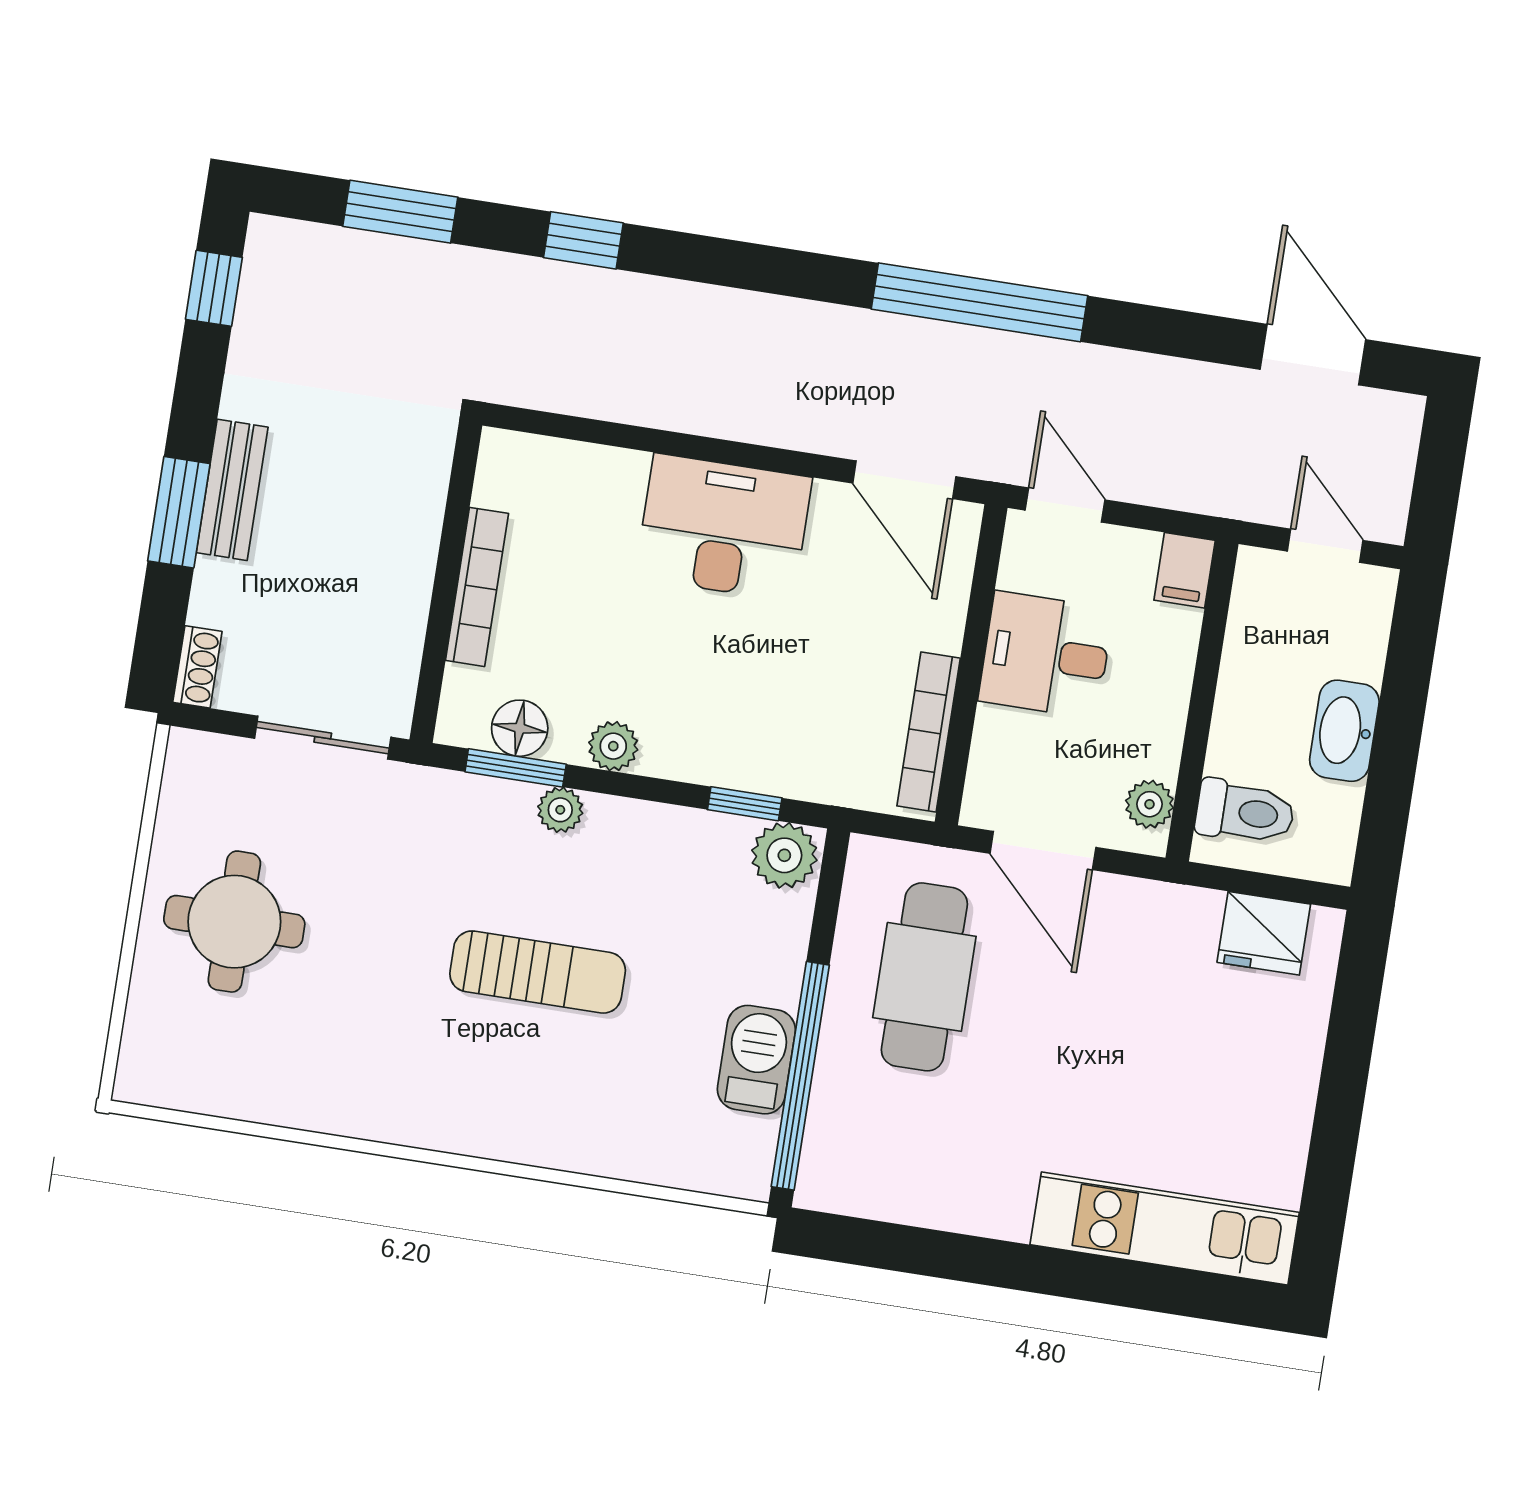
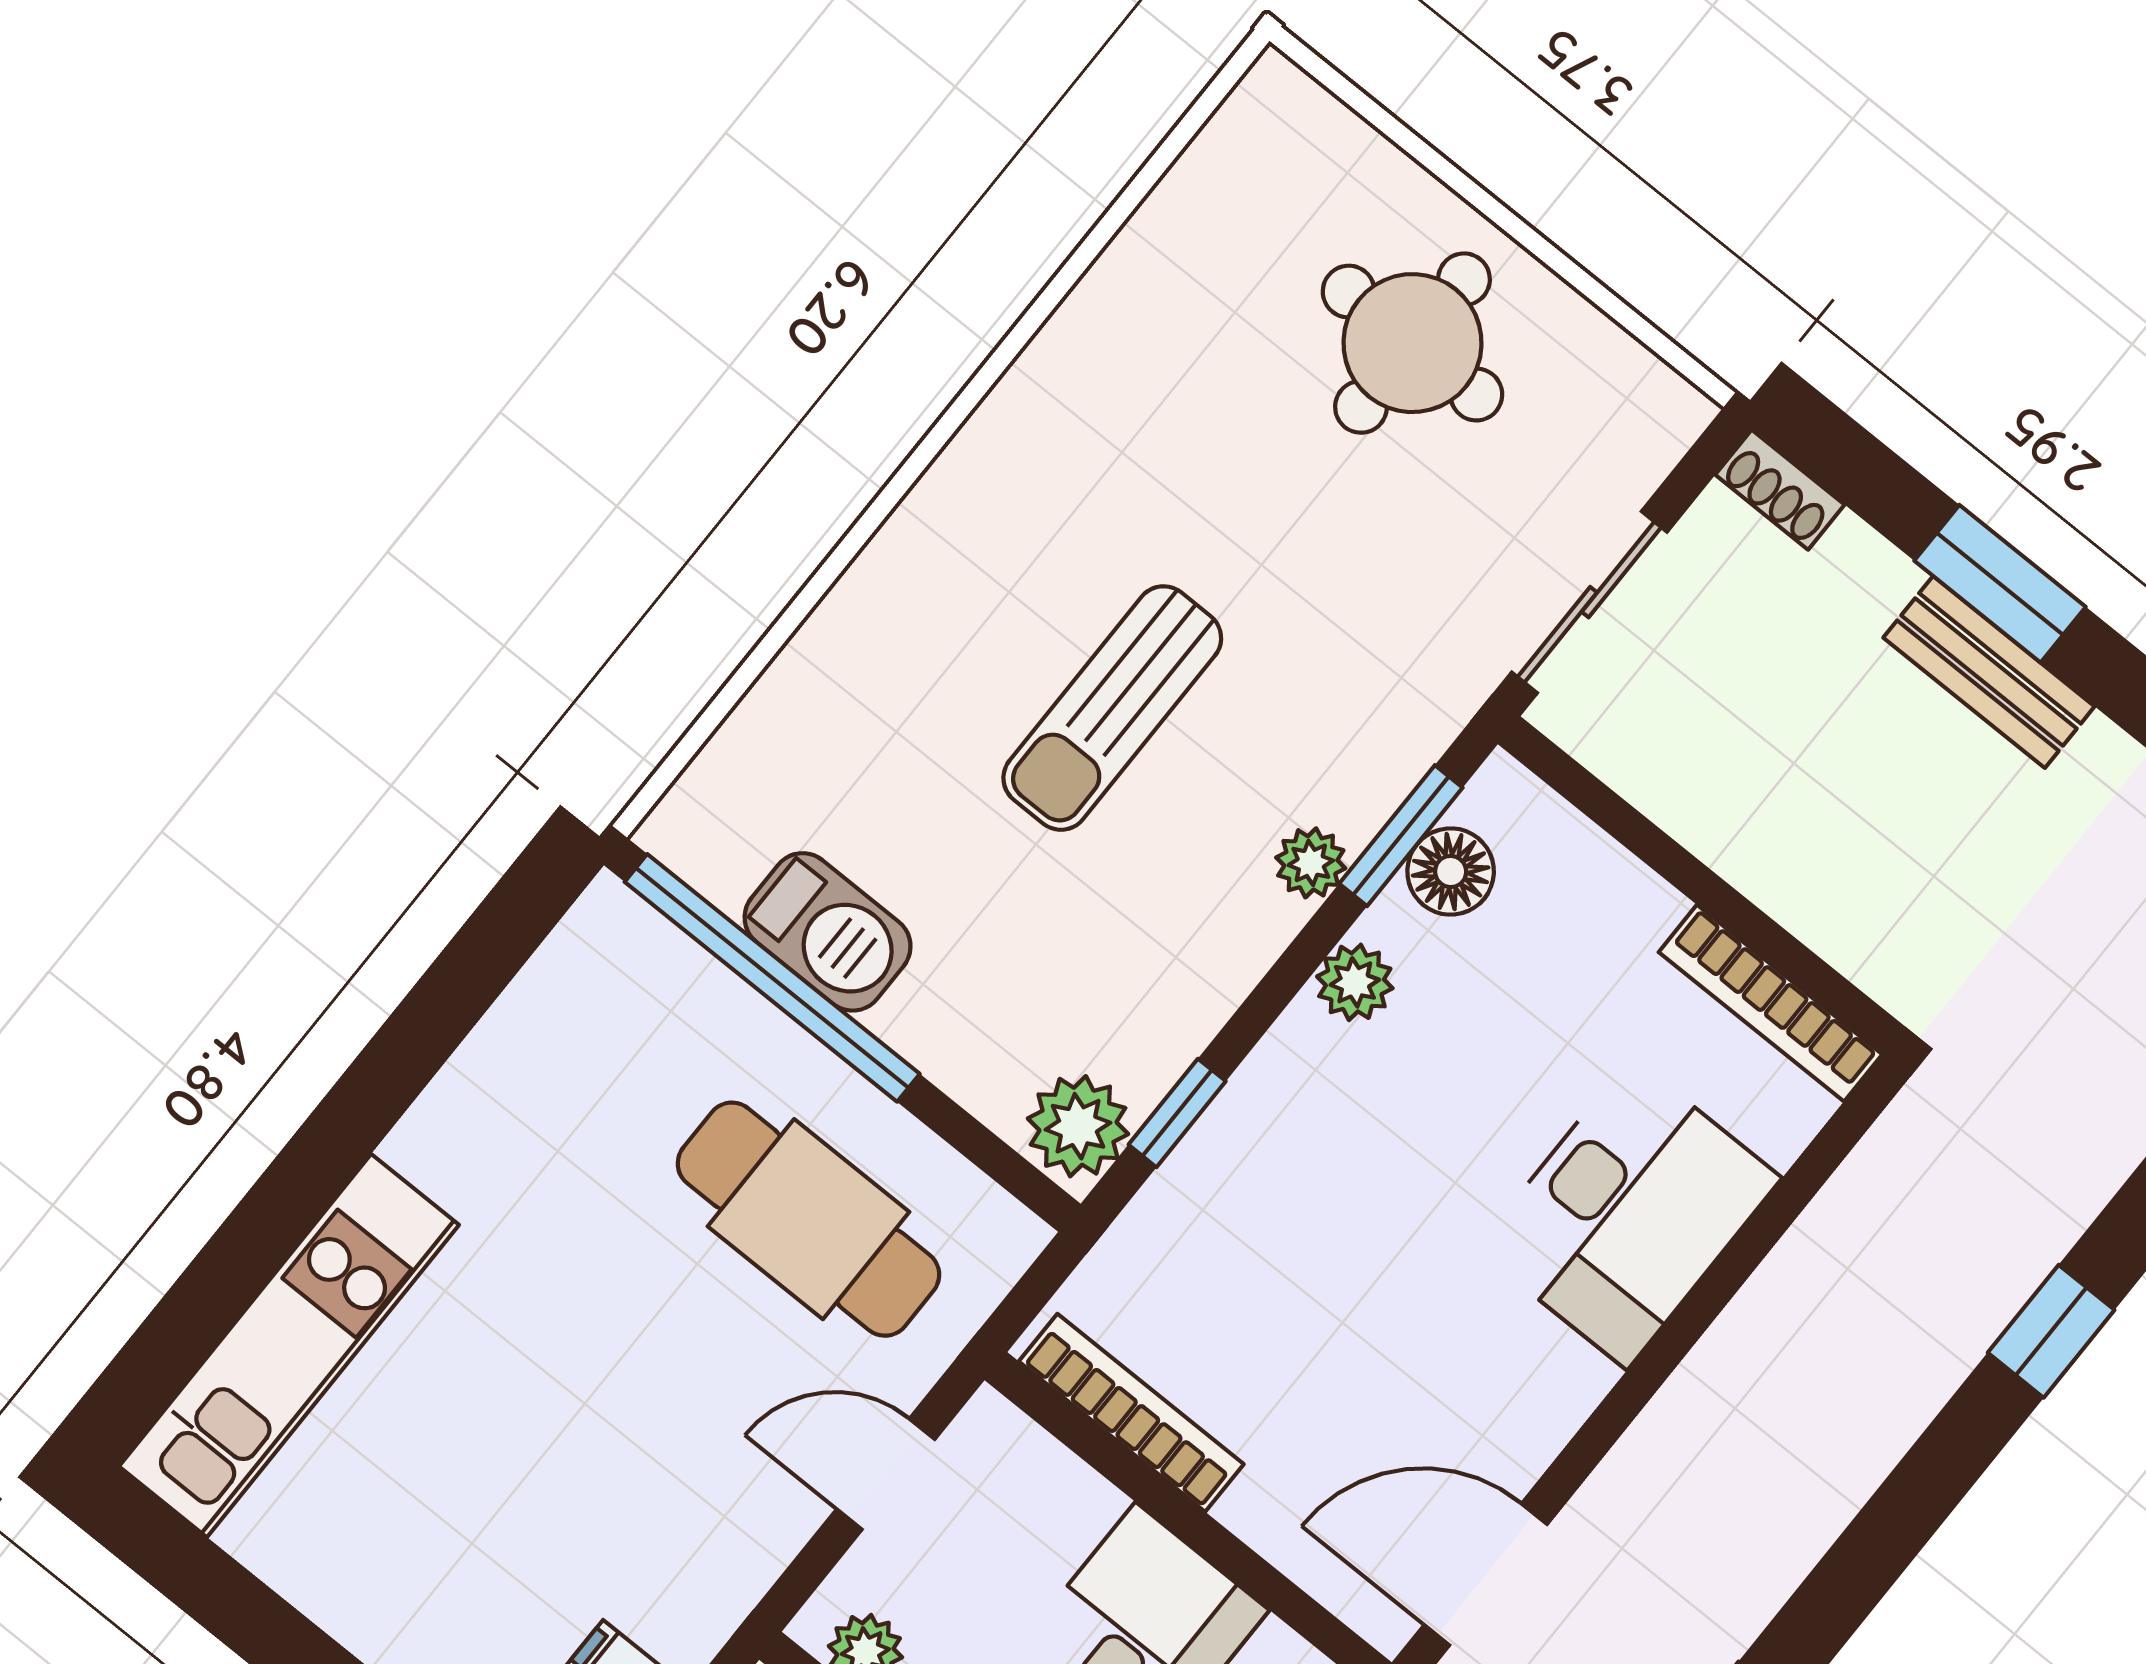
desk: (724, 527) -> (1629, 1213), moved
bookcase: (477, 587) -> (1770, 1003), moved
door: (1043, 850) -> (886, 1474), width x0.73

